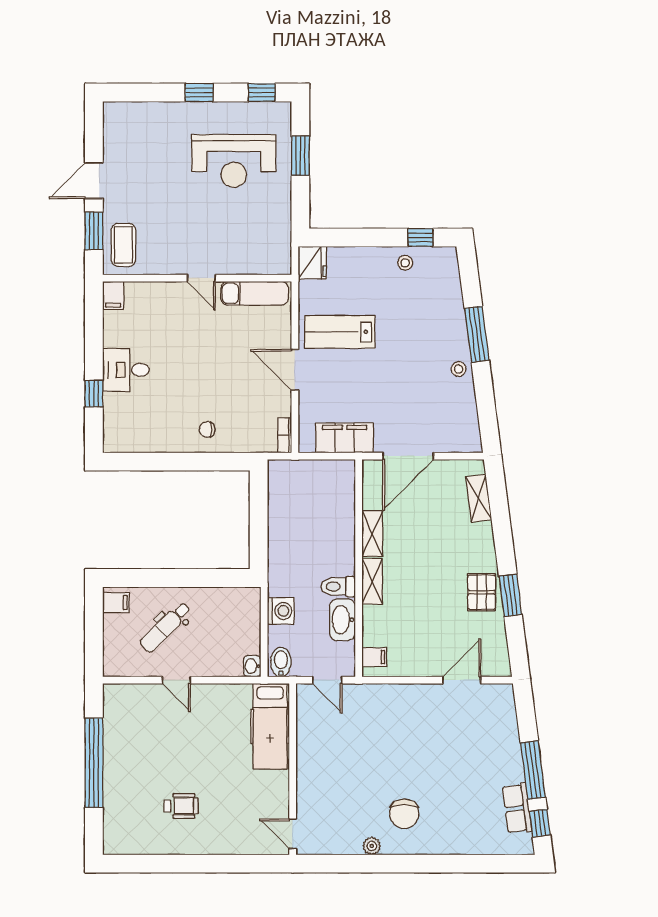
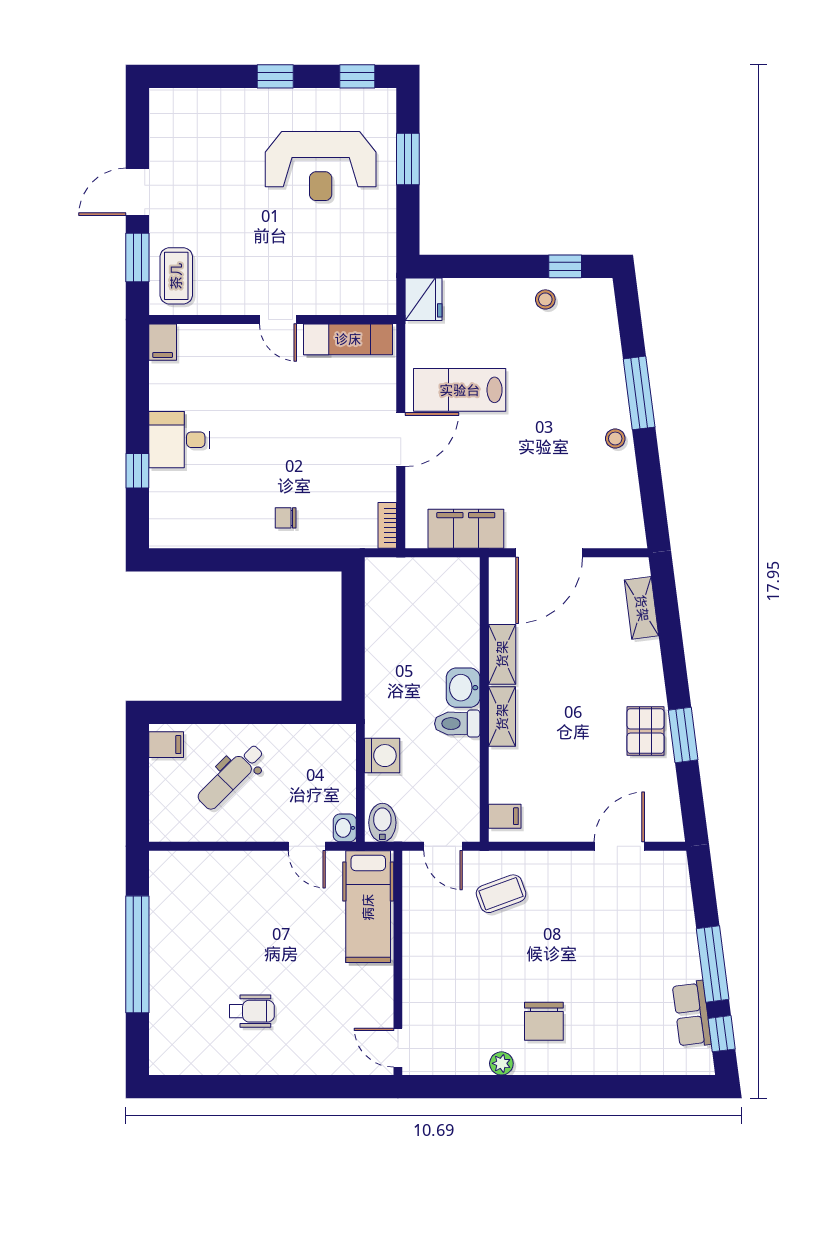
door: (295, 370) -> (401, 440), swing flipped
washbasin: (343, 620) -> (463, 688), moved, width x0.72
door: (176, 680) -> (307, 846), moved
coffee table: (371, 716) -> (501, 894), added

